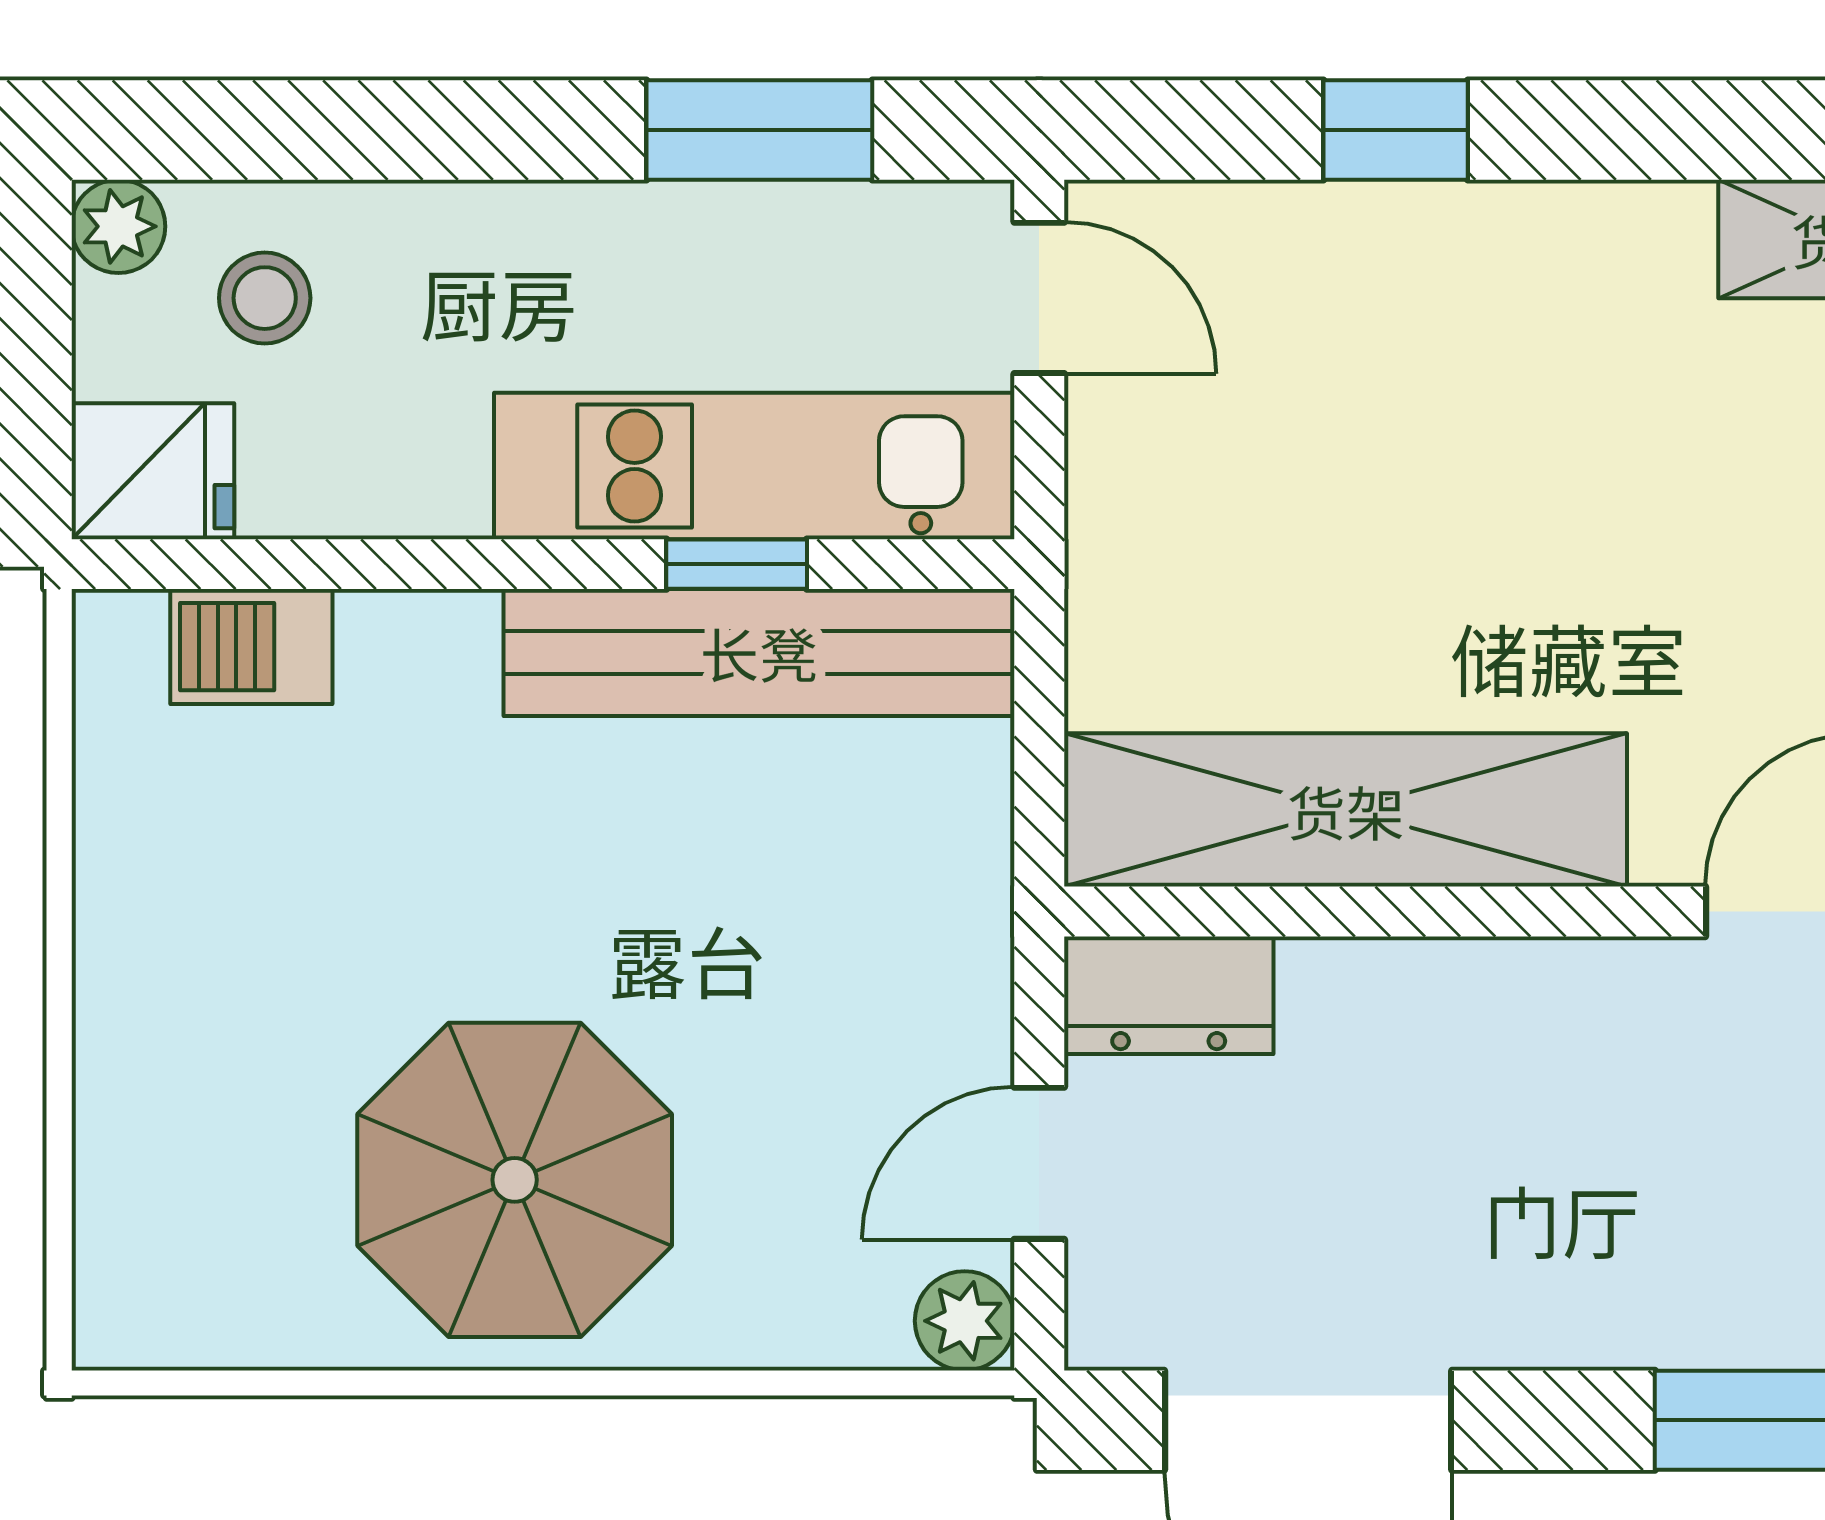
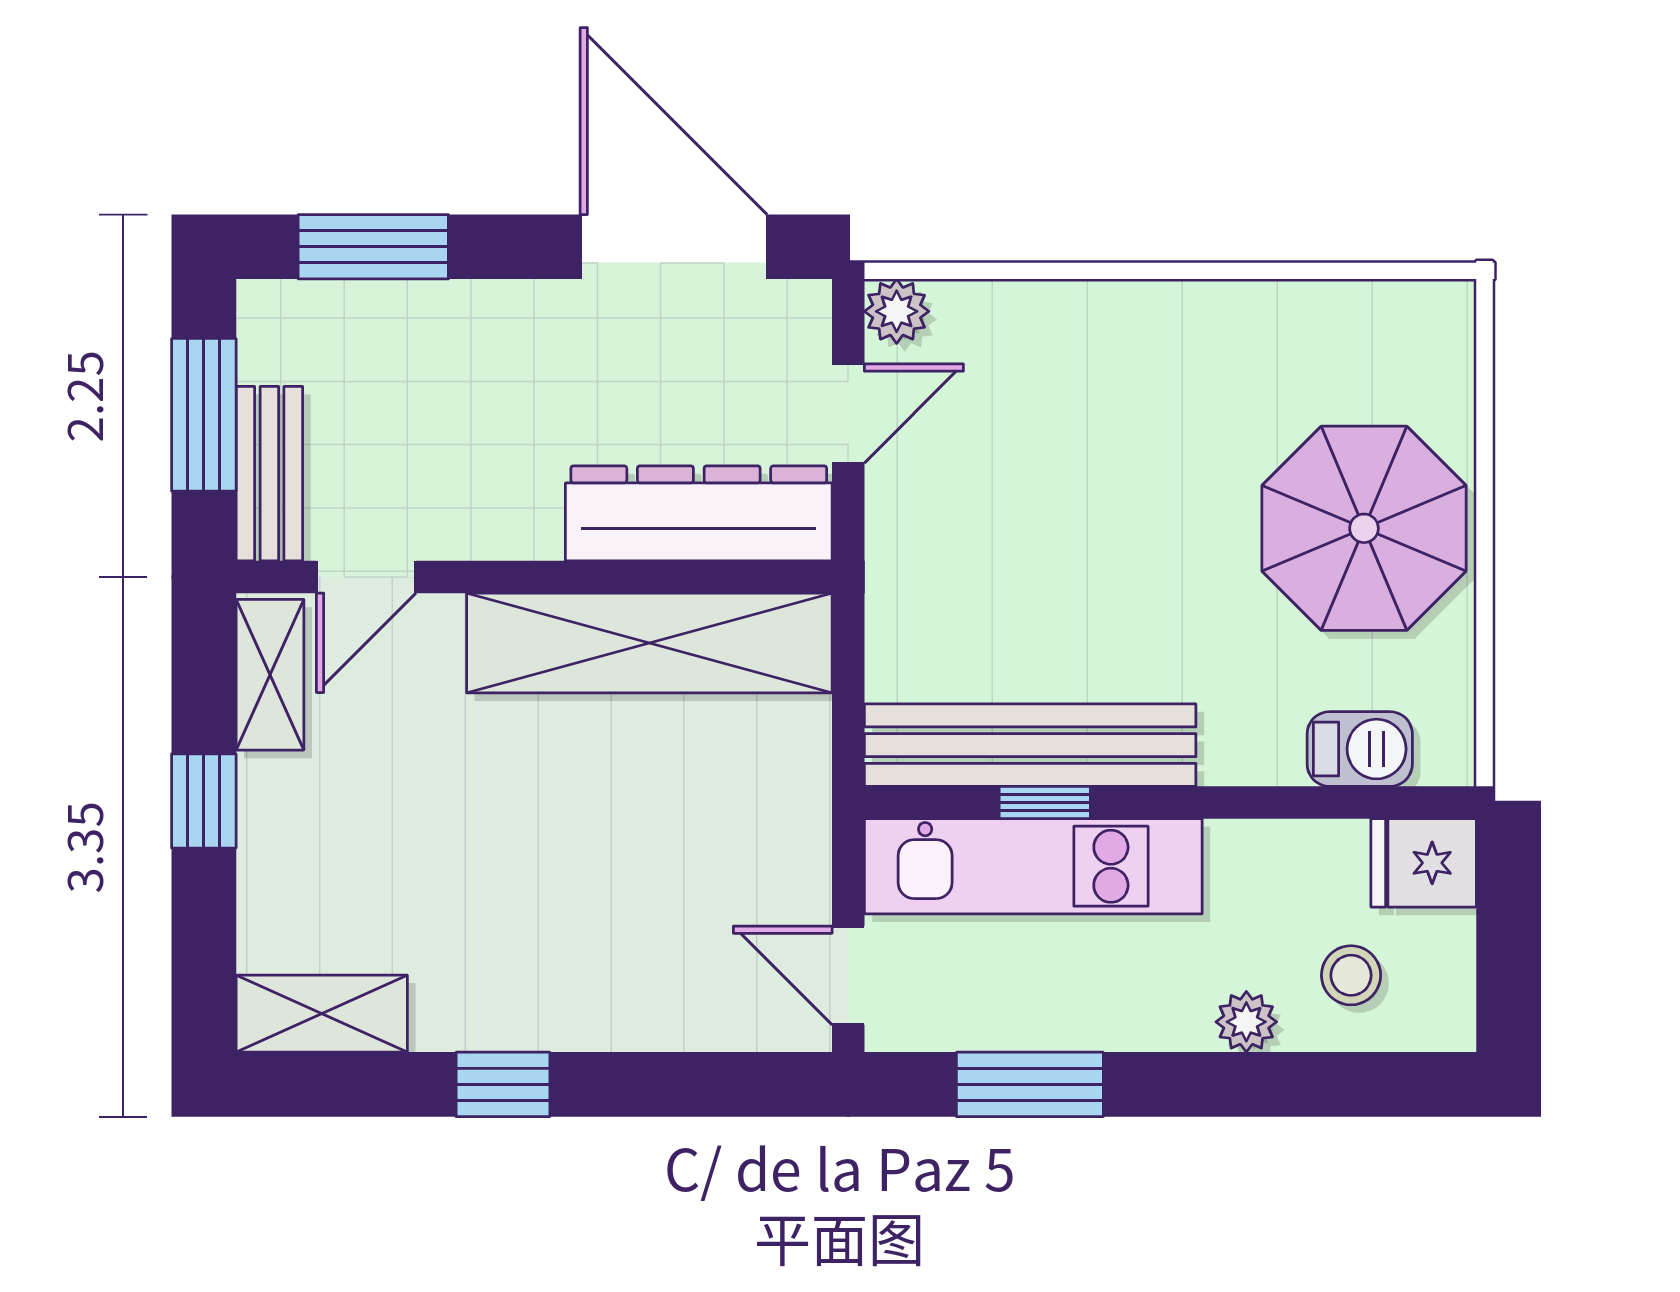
window: (1396, 130) -> (503, 1084), moved
plant: (118, 226) -> (1246, 1022), moved
dresser: (1169, 995) -> (699, 513), width x1.96, depth x1.24
parasol: (515, 1180) -> (1364, 528), moved

